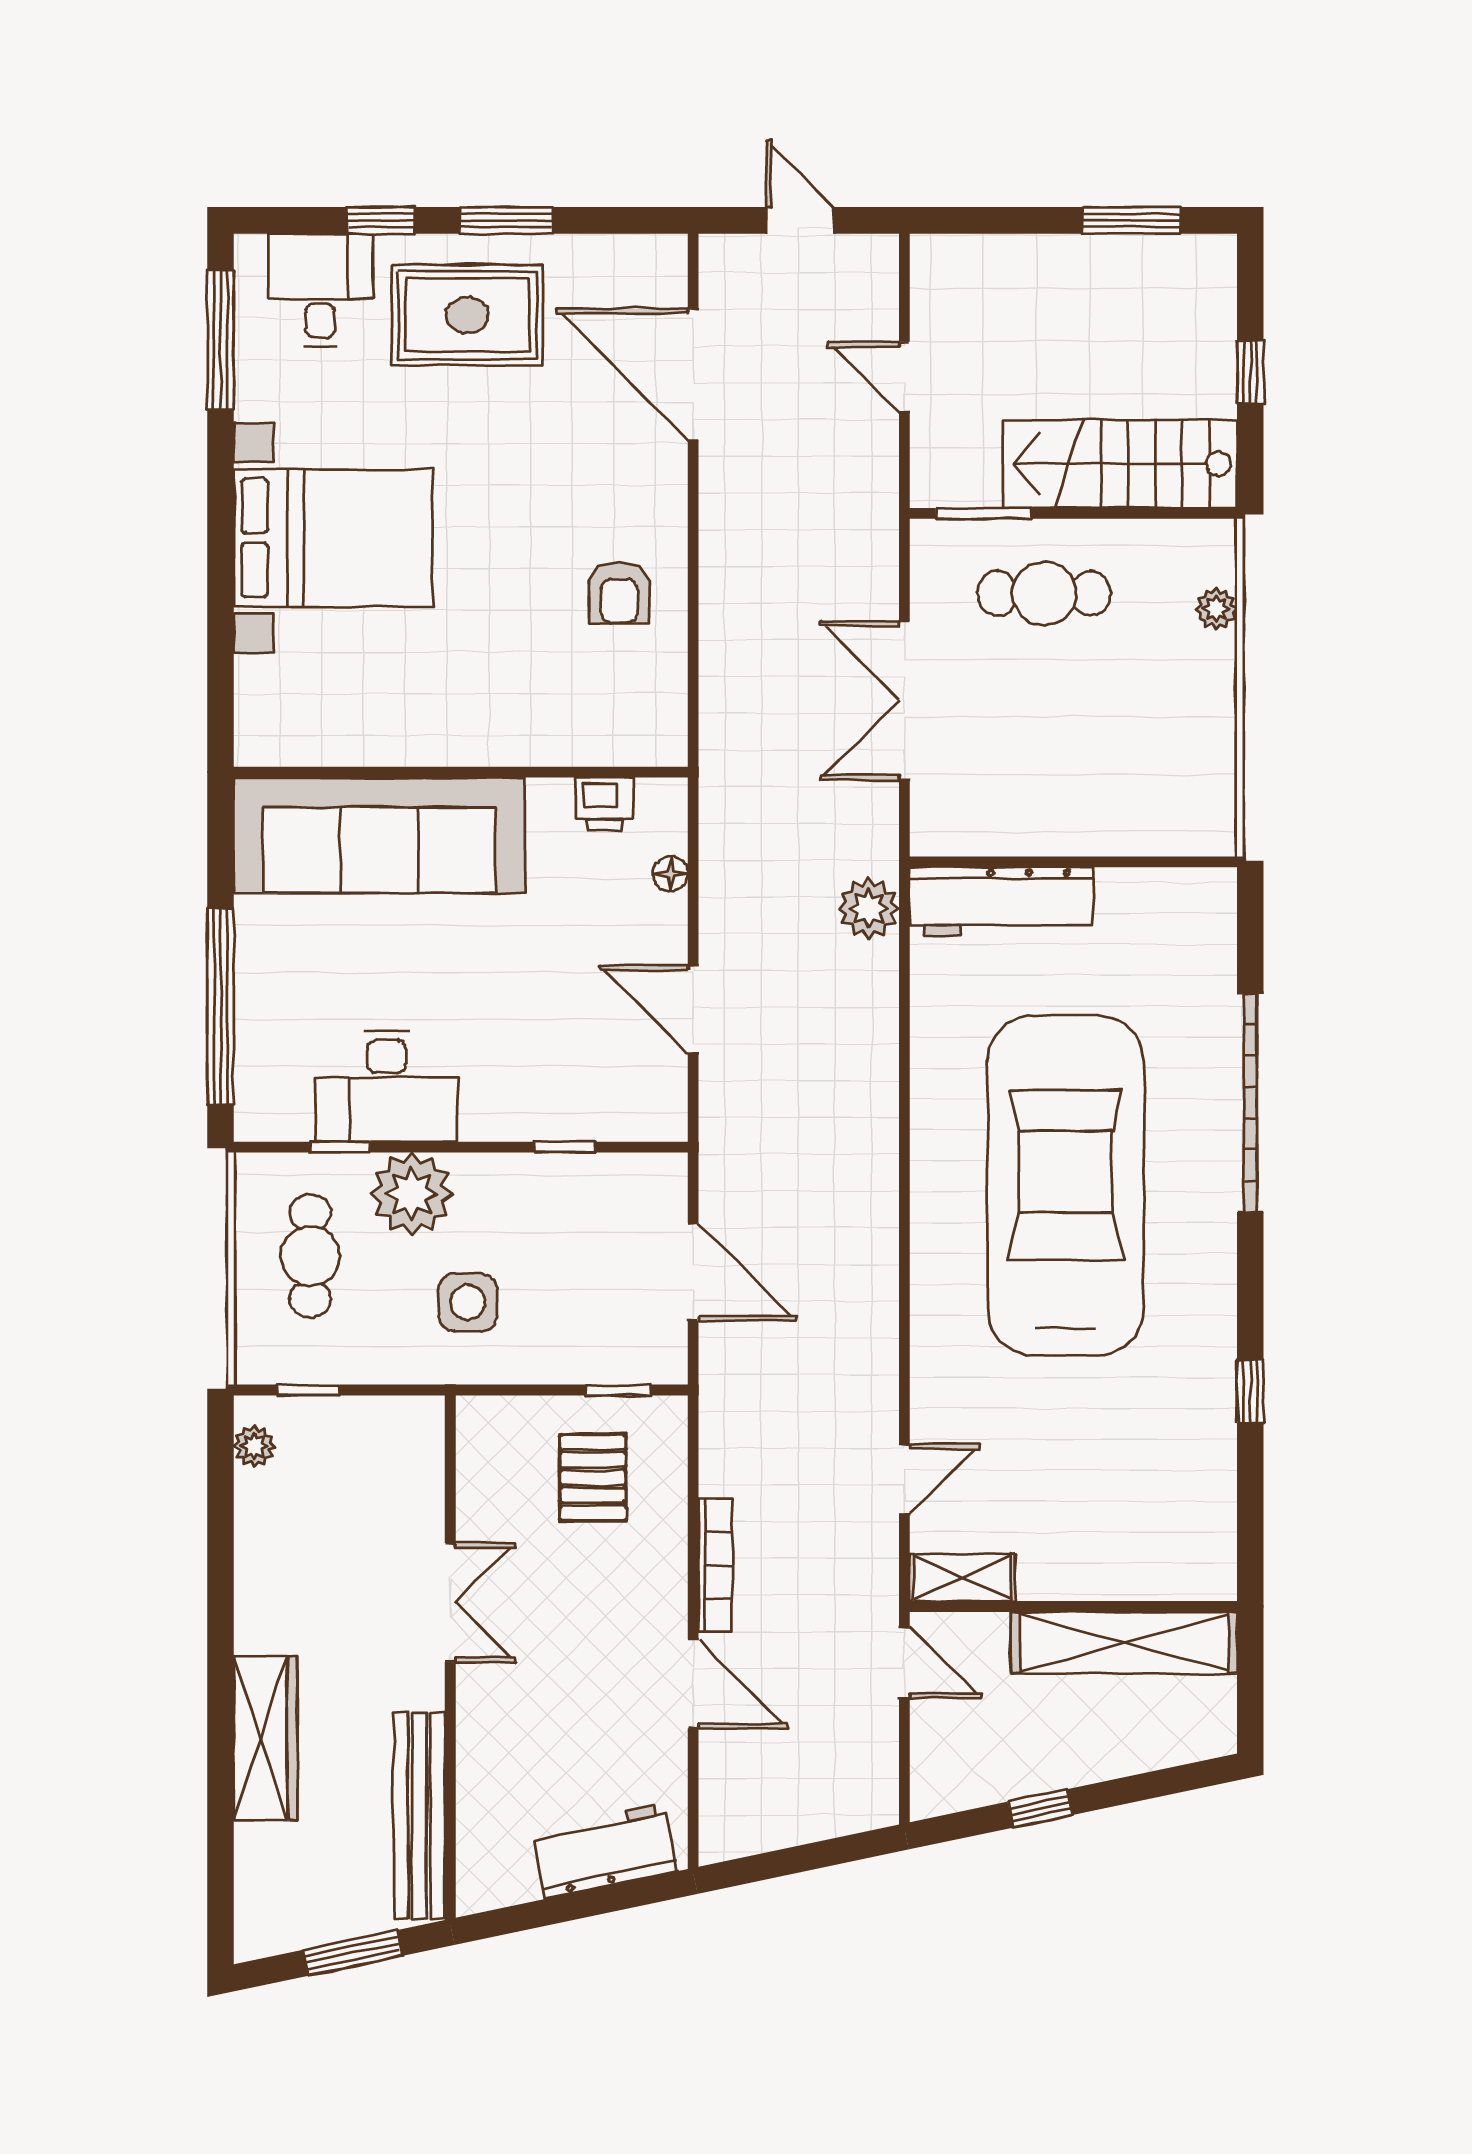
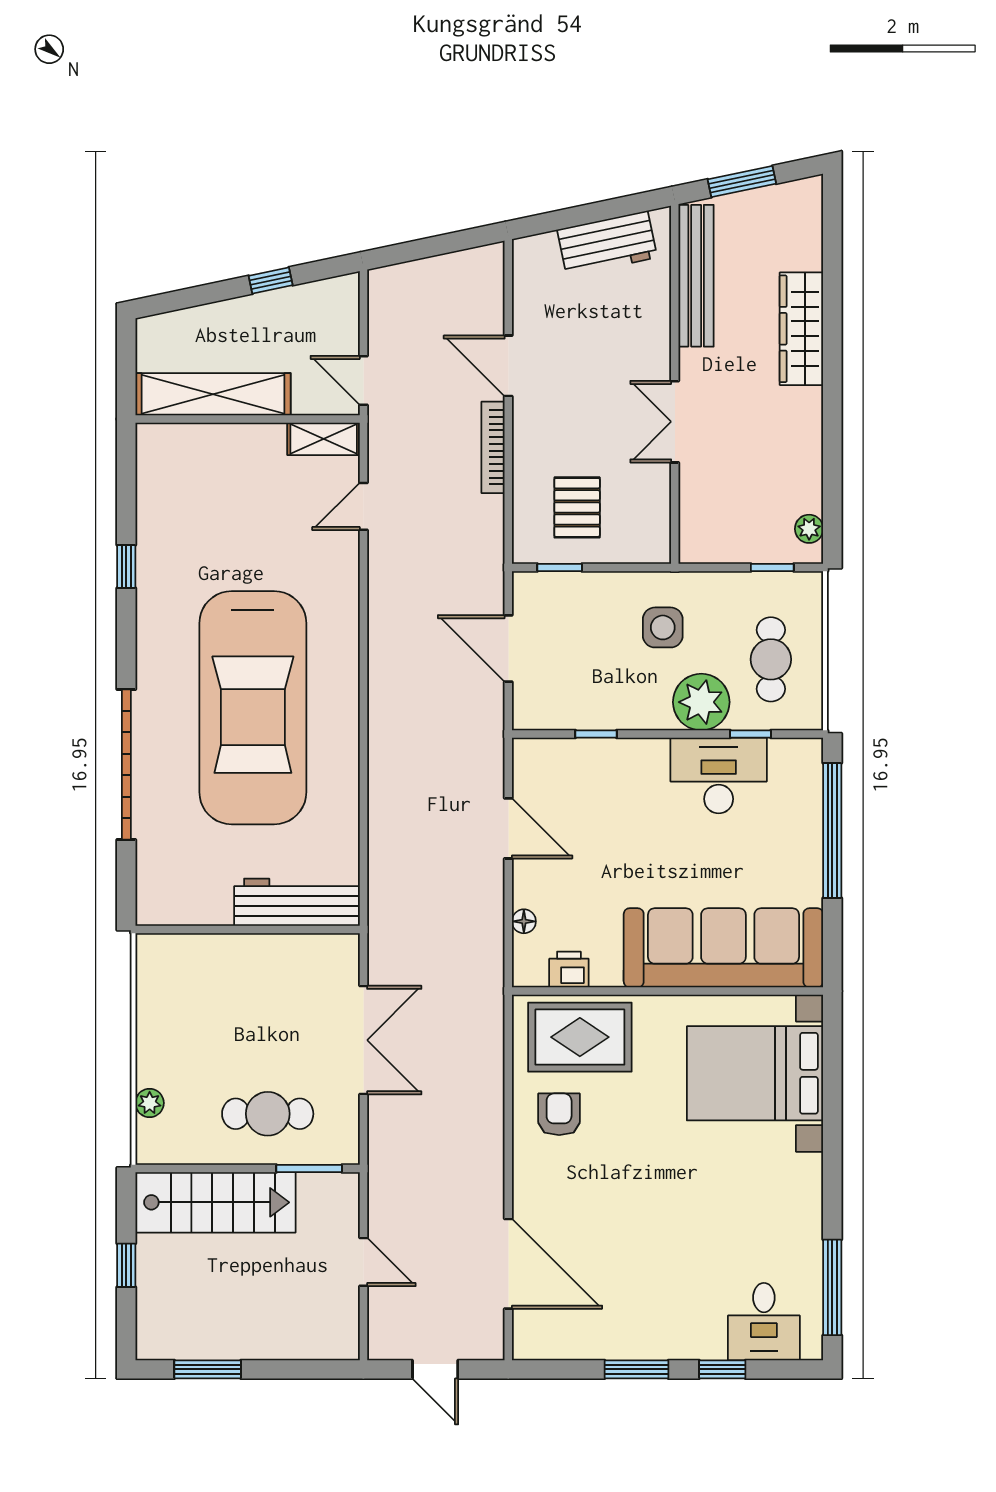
rug: (467, 315) -> (580, 1037), moved
bed with nightstands: (333, 538) -> (755, 1073), moved
plant: (869, 908) -> (388, 898), removed
workbench: (605, 1851) -> (607, 244), moved

